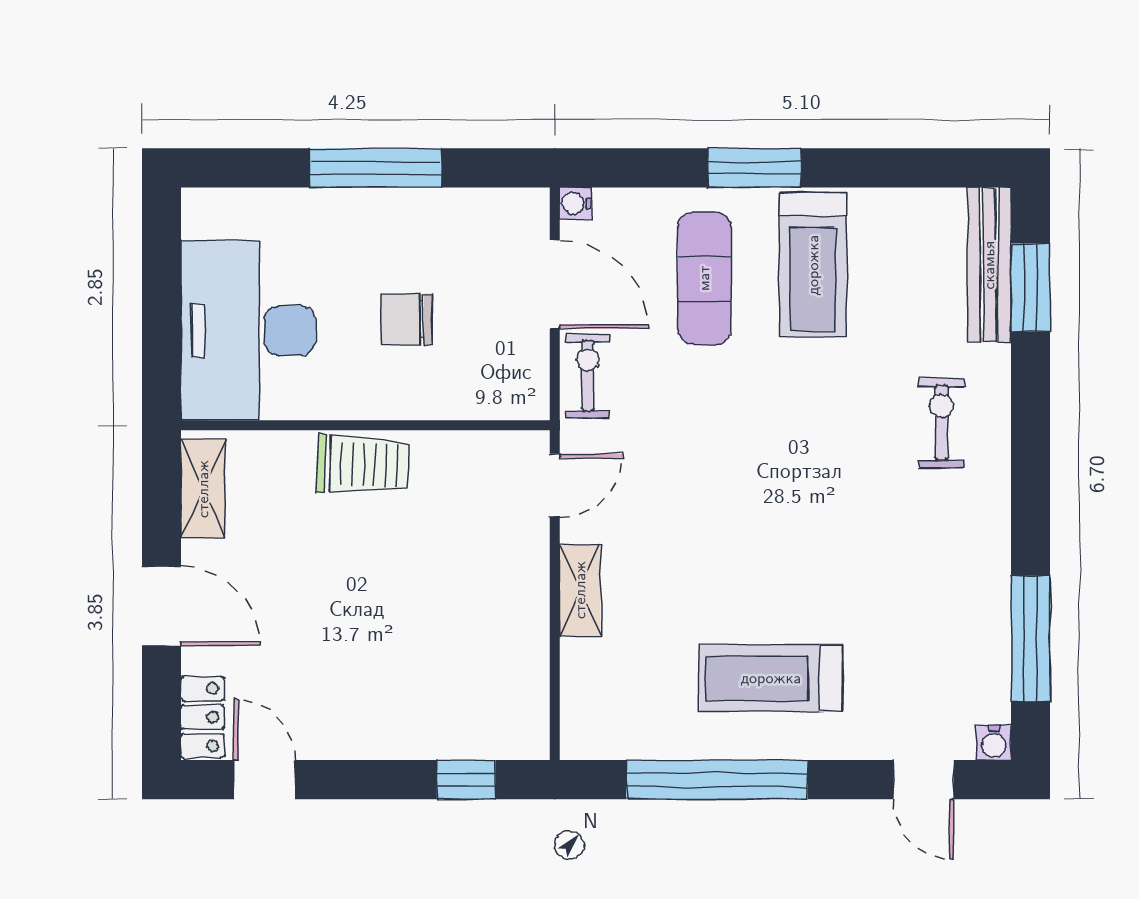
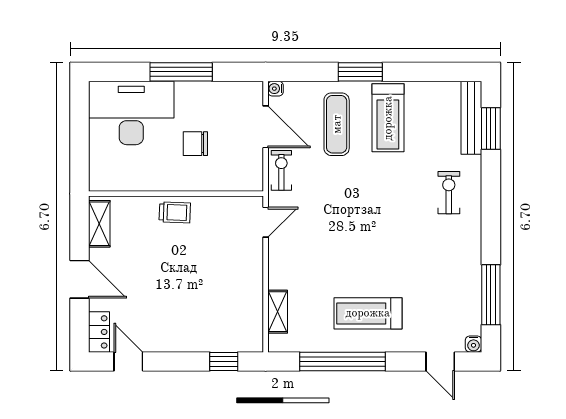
desk: (248, 330) -> (131, 113), moved, turned 90
trolley: (363, 465) -> (175, 212), width x0.73, depth x0.72
shelving: (580, 590) -> (278, 312), moved

